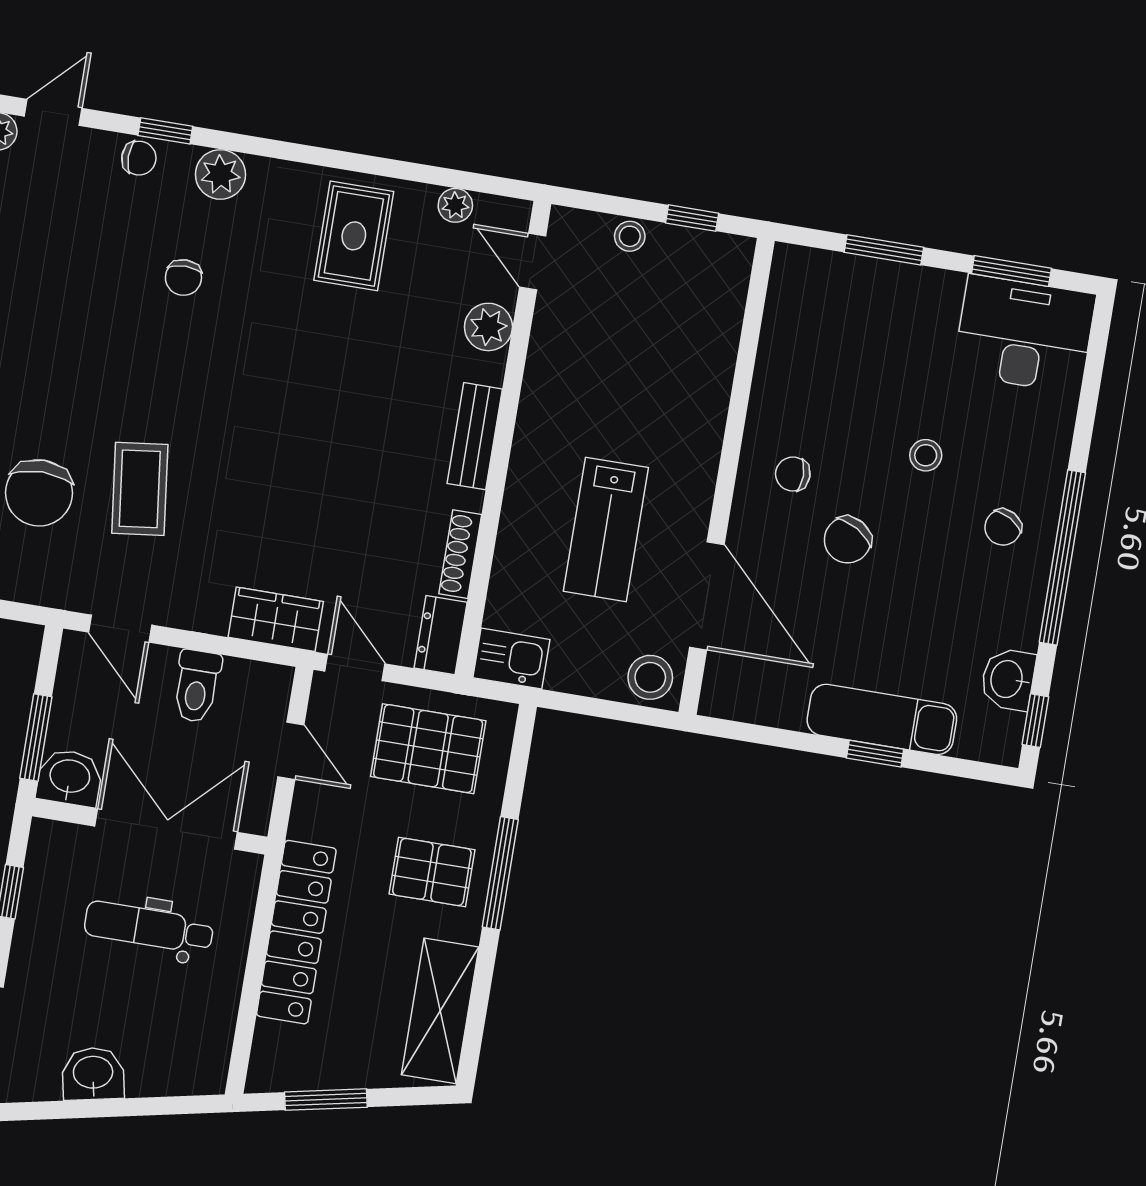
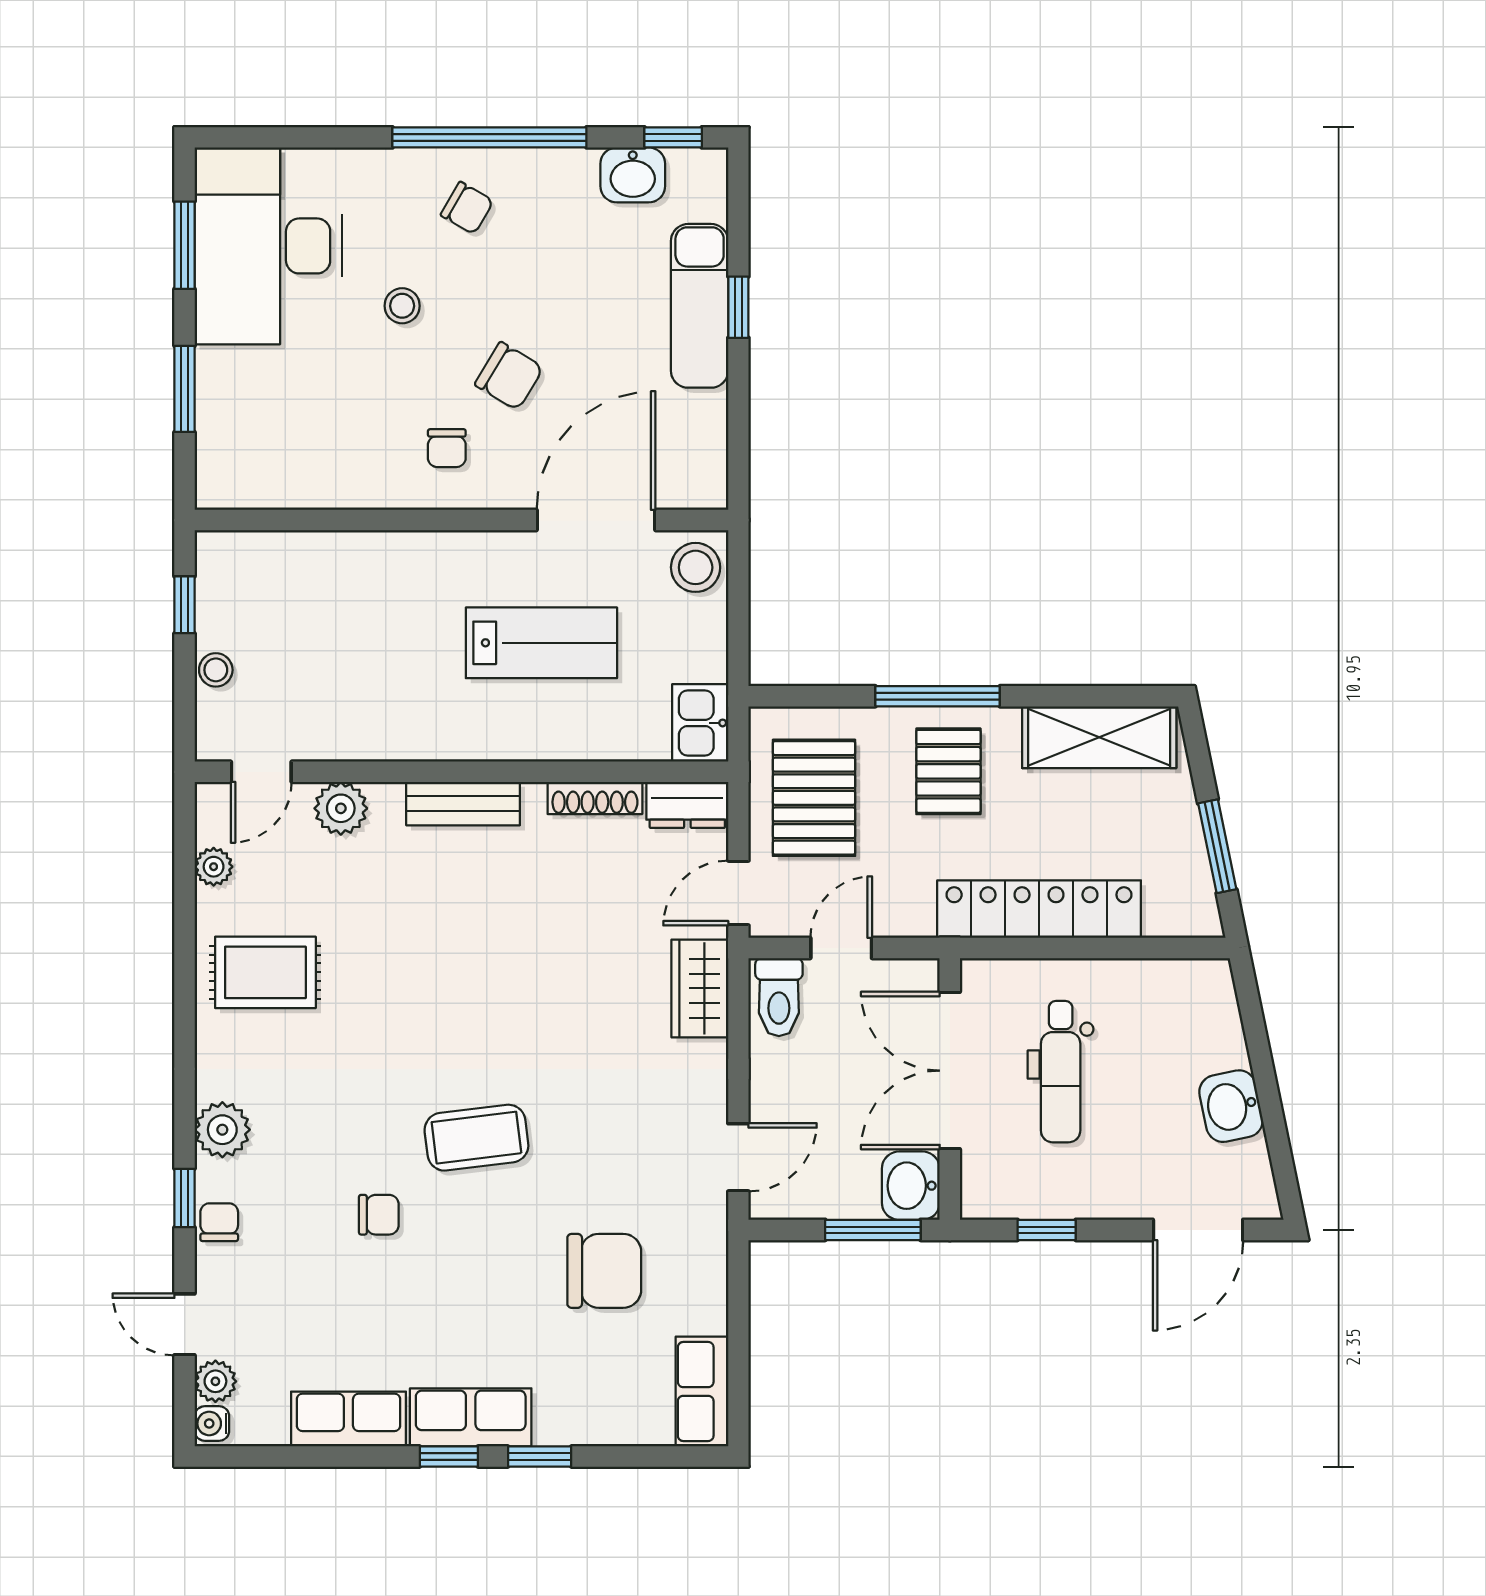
chair: (183, 278) -> (379, 1215), moved
desk: (1024, 334) -> (268, 246), width x1.36, depth x1.30
coffee table: (140, 489) -> (476, 1138), moved
toilet: (197, 686) -> (779, 997), moved, turned 90

